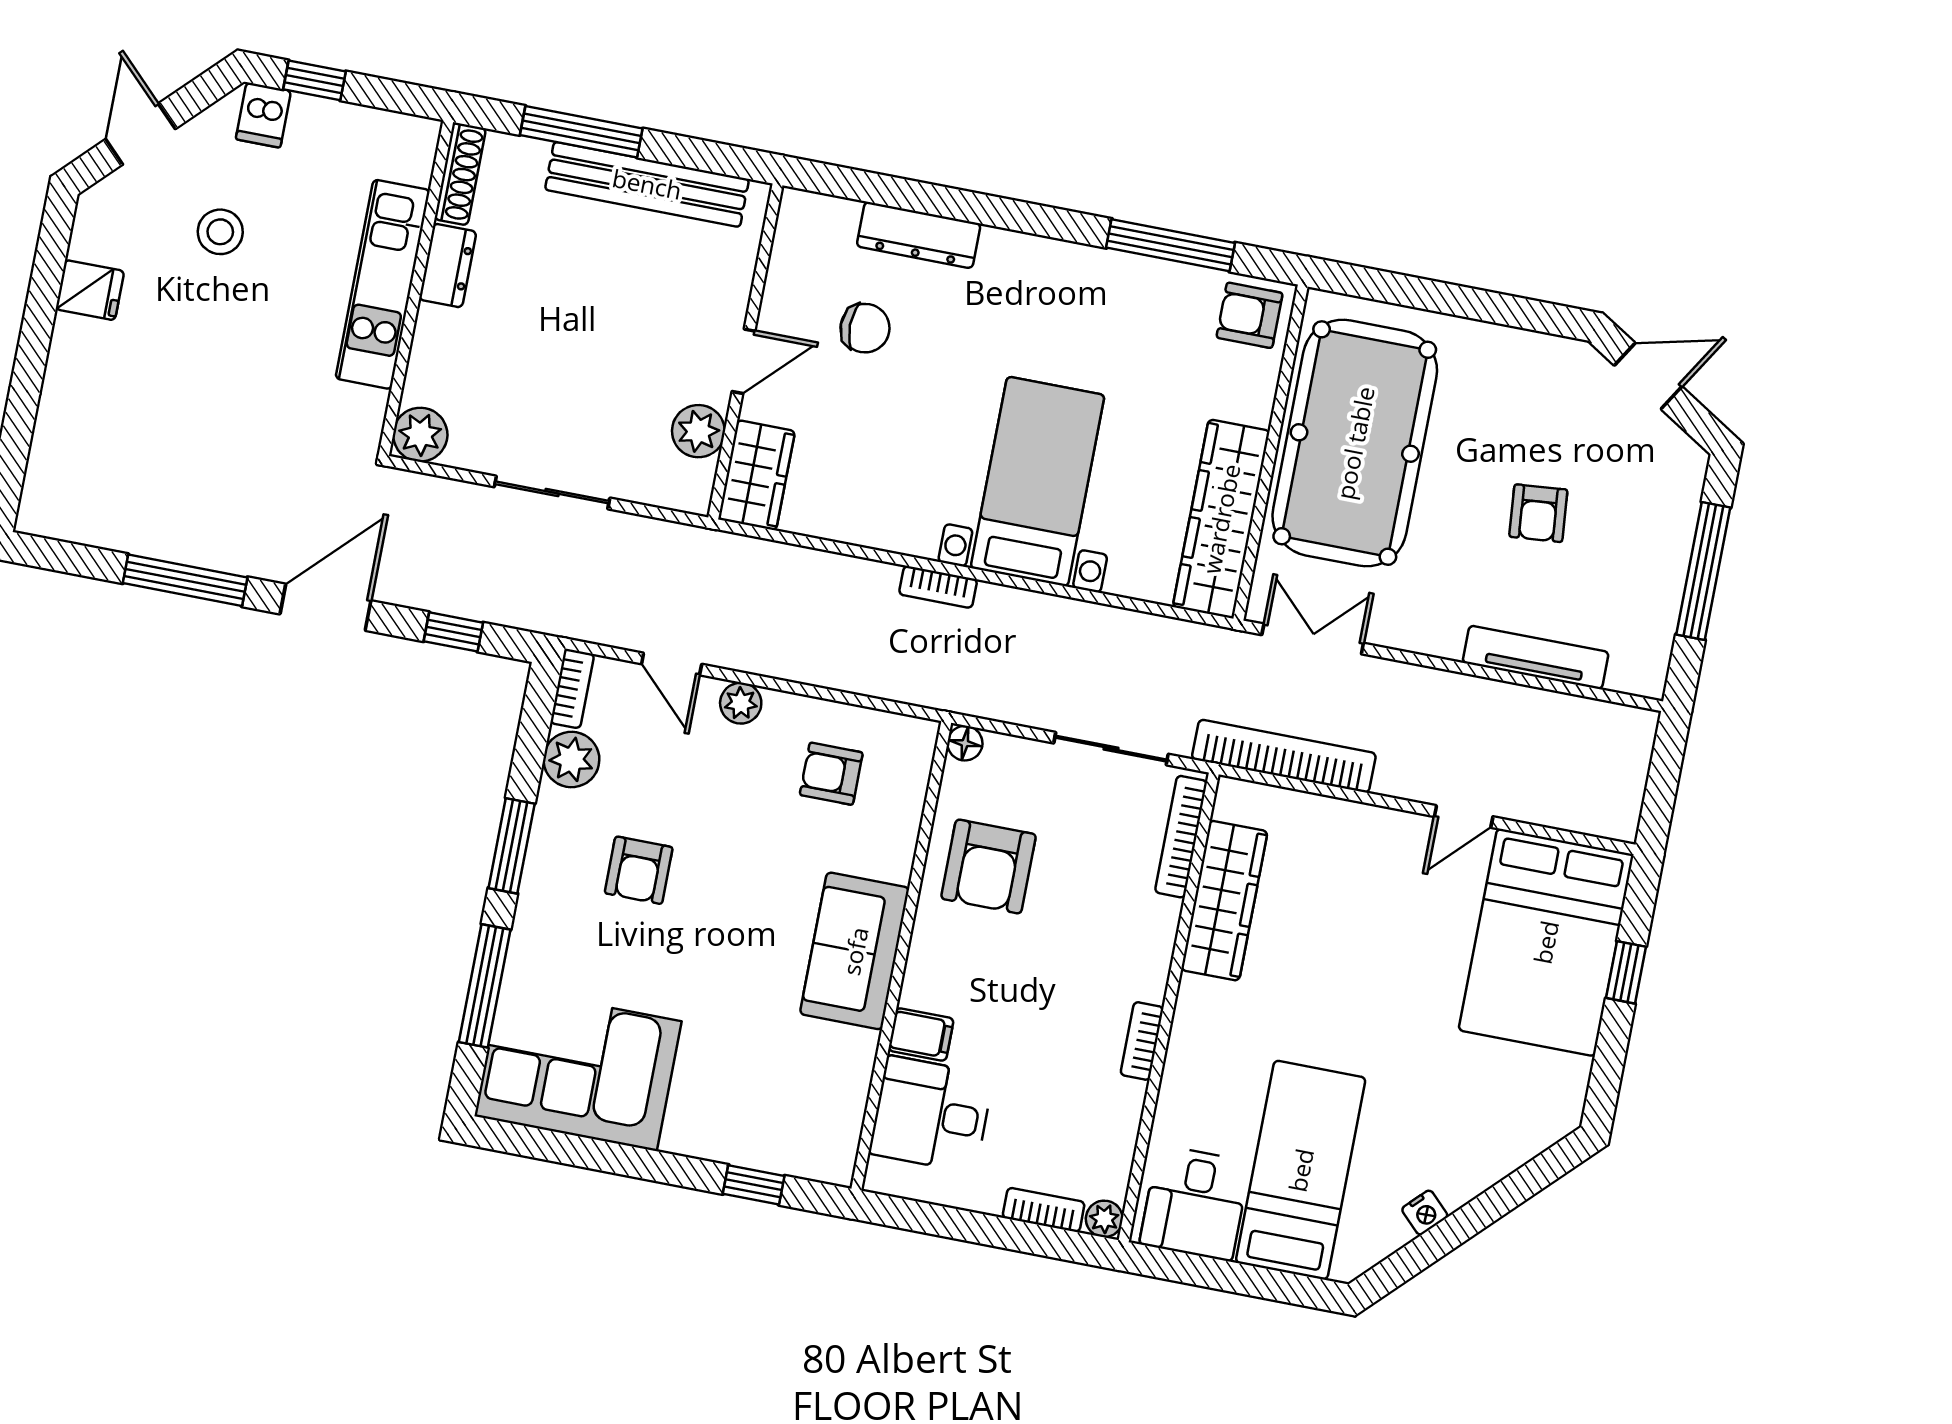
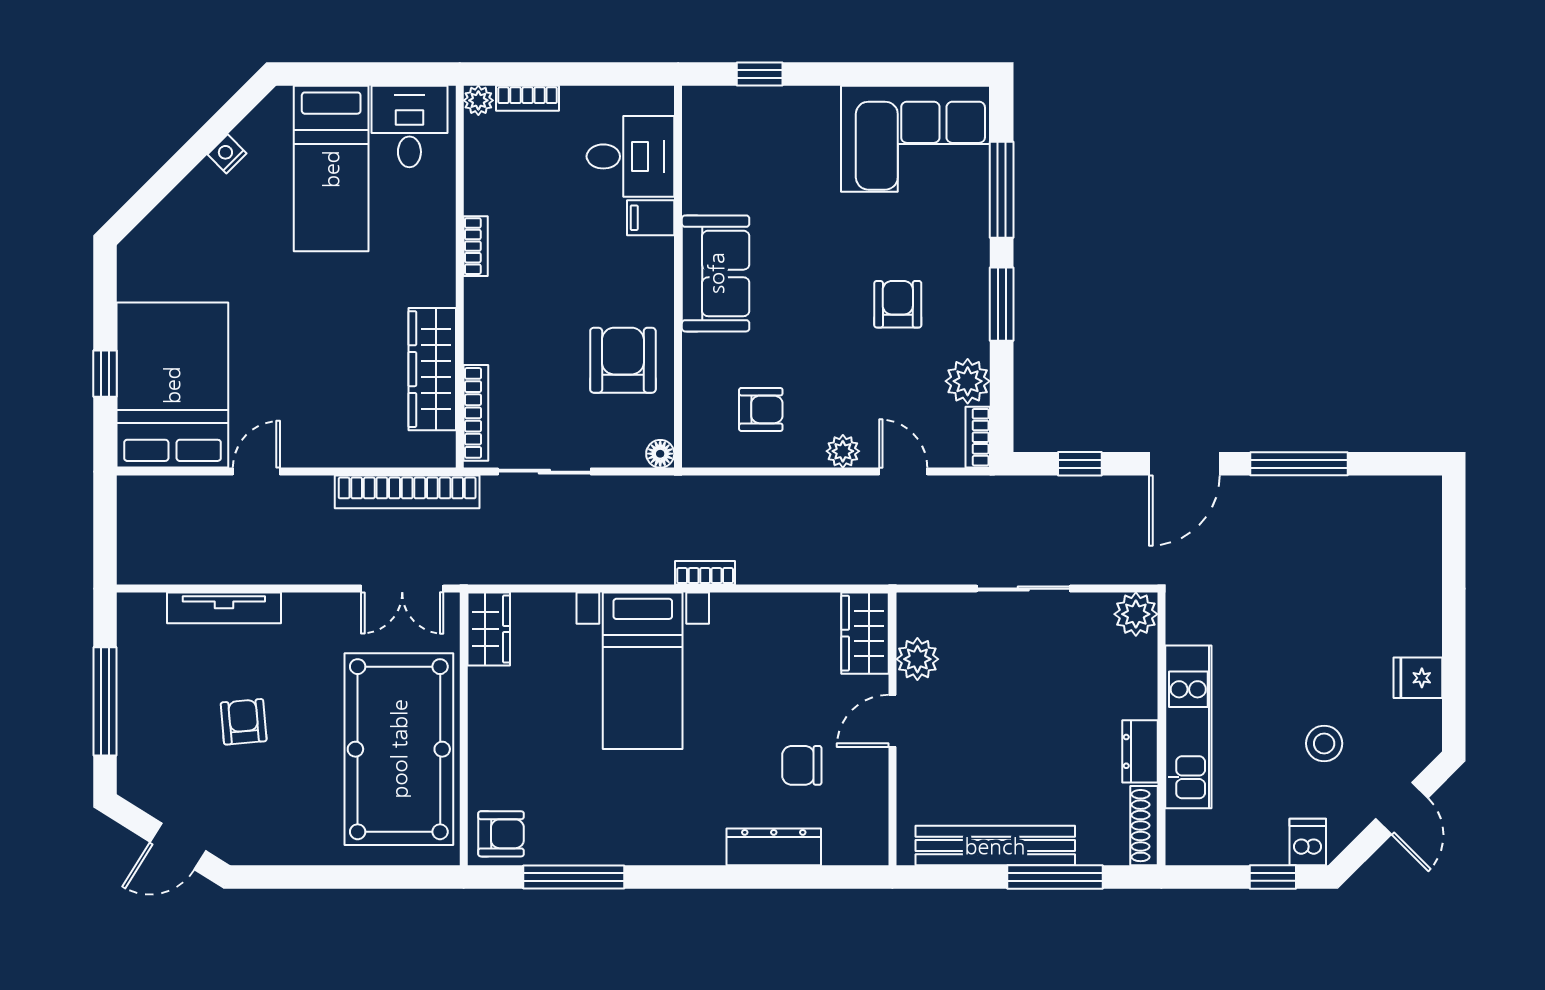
wardrobe: (1221, 519) -> (489, 629), width x0.48, depth x0.85

